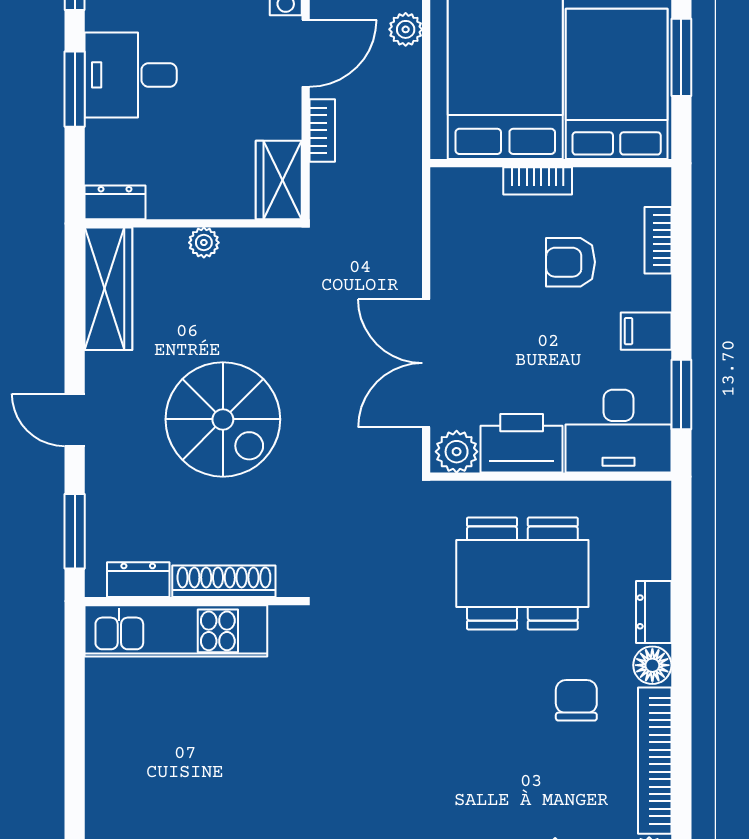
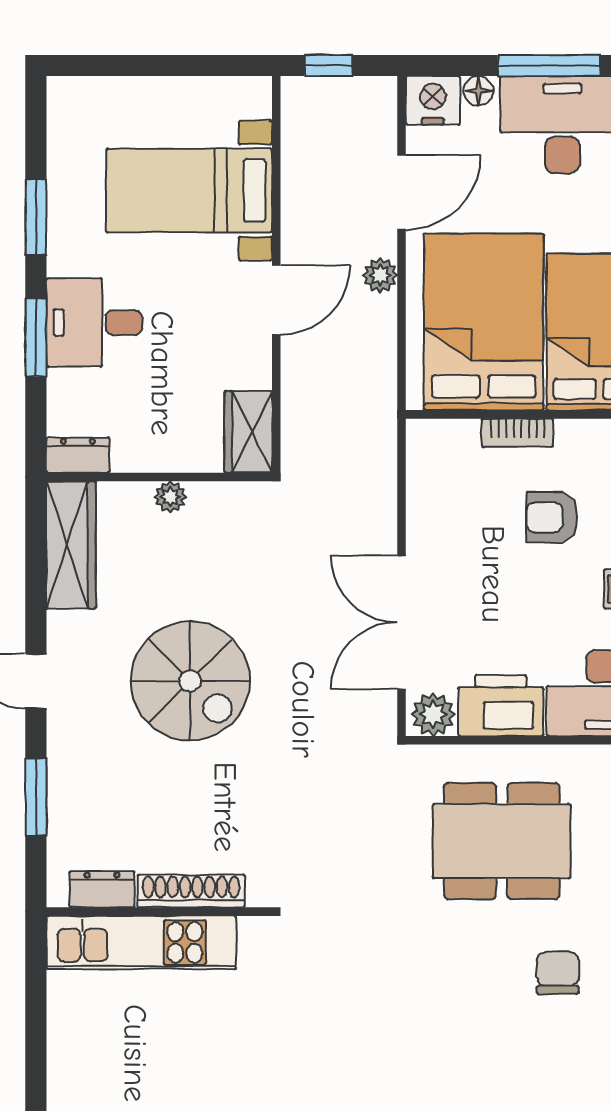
bookcase: (322, 130) -> (293, 380), removed
dresser: (138, 580) -> (102, 889), moved
shoe rack: (224, 581) -> (191, 891), moved
wall: (193, 601) -> (159, 912), moved
kitchen unit: (176, 631) -> (141, 943), moved

